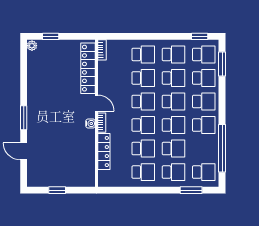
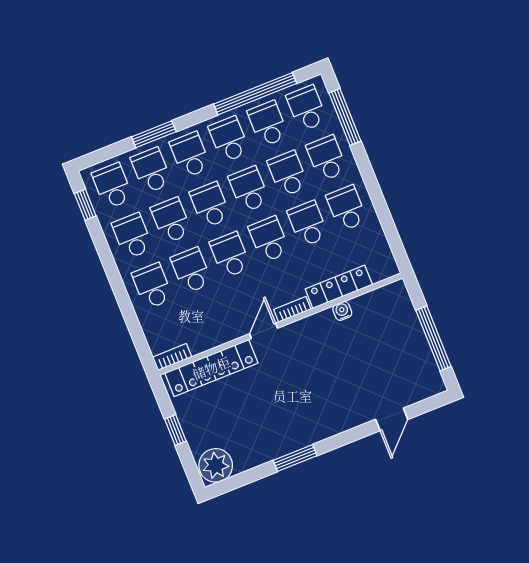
window: (51, 36) -> (175, 430), moved
plant: (32, 46) -> (216, 465), width x1.88, depth x1.88
window: (222, 64) -> (154, 134), moved
window: (24, 118) -> (295, 458), moved
water cooler: (91, 124) -> (342, 311), moved
school desk: (204, 149) -> (268, 124), added
window: (57, 190) -> (433, 338), width x2.17
window: (191, 190) -> (345, 117), width x1.44

